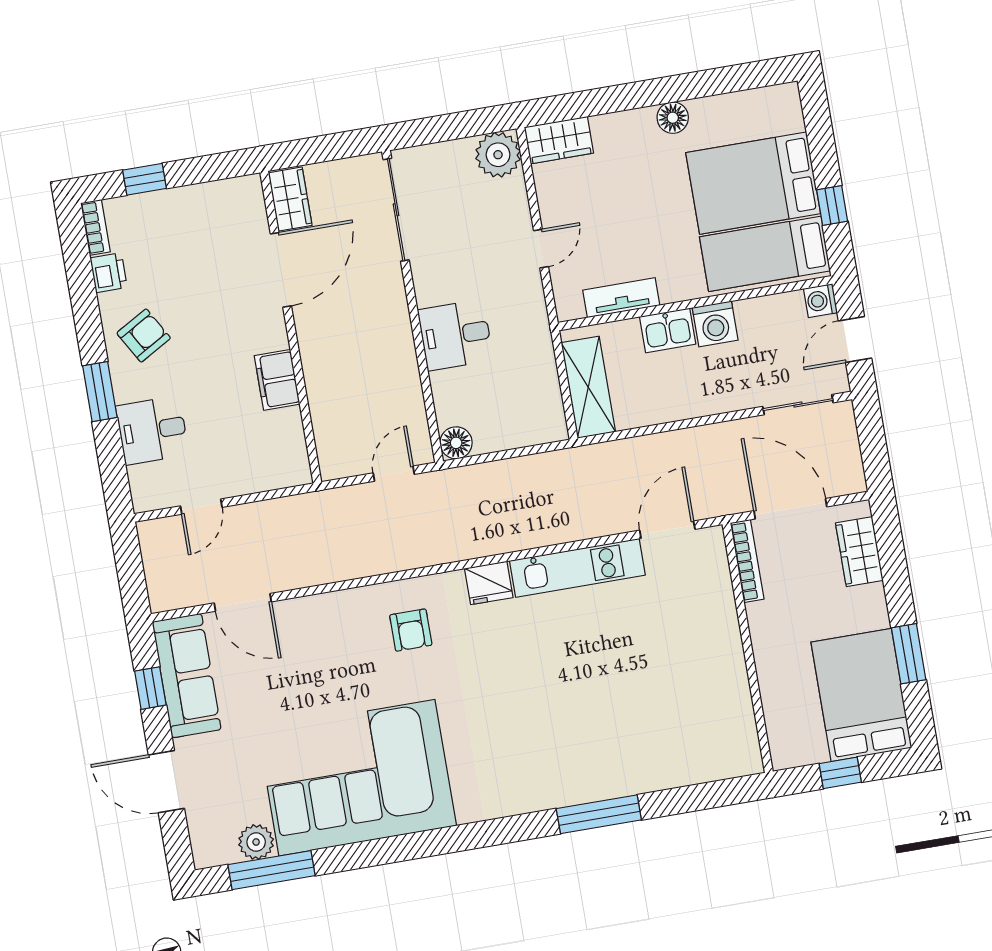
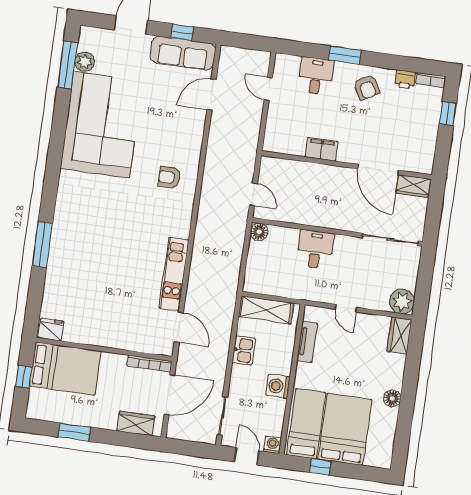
kitchen sink: (668, 330) -> (244, 350), moved, turned 180
fridge: (489, 583) -> (51, 330), moved, turned 90
bed: (861, 695) -> (65, 369), moved

